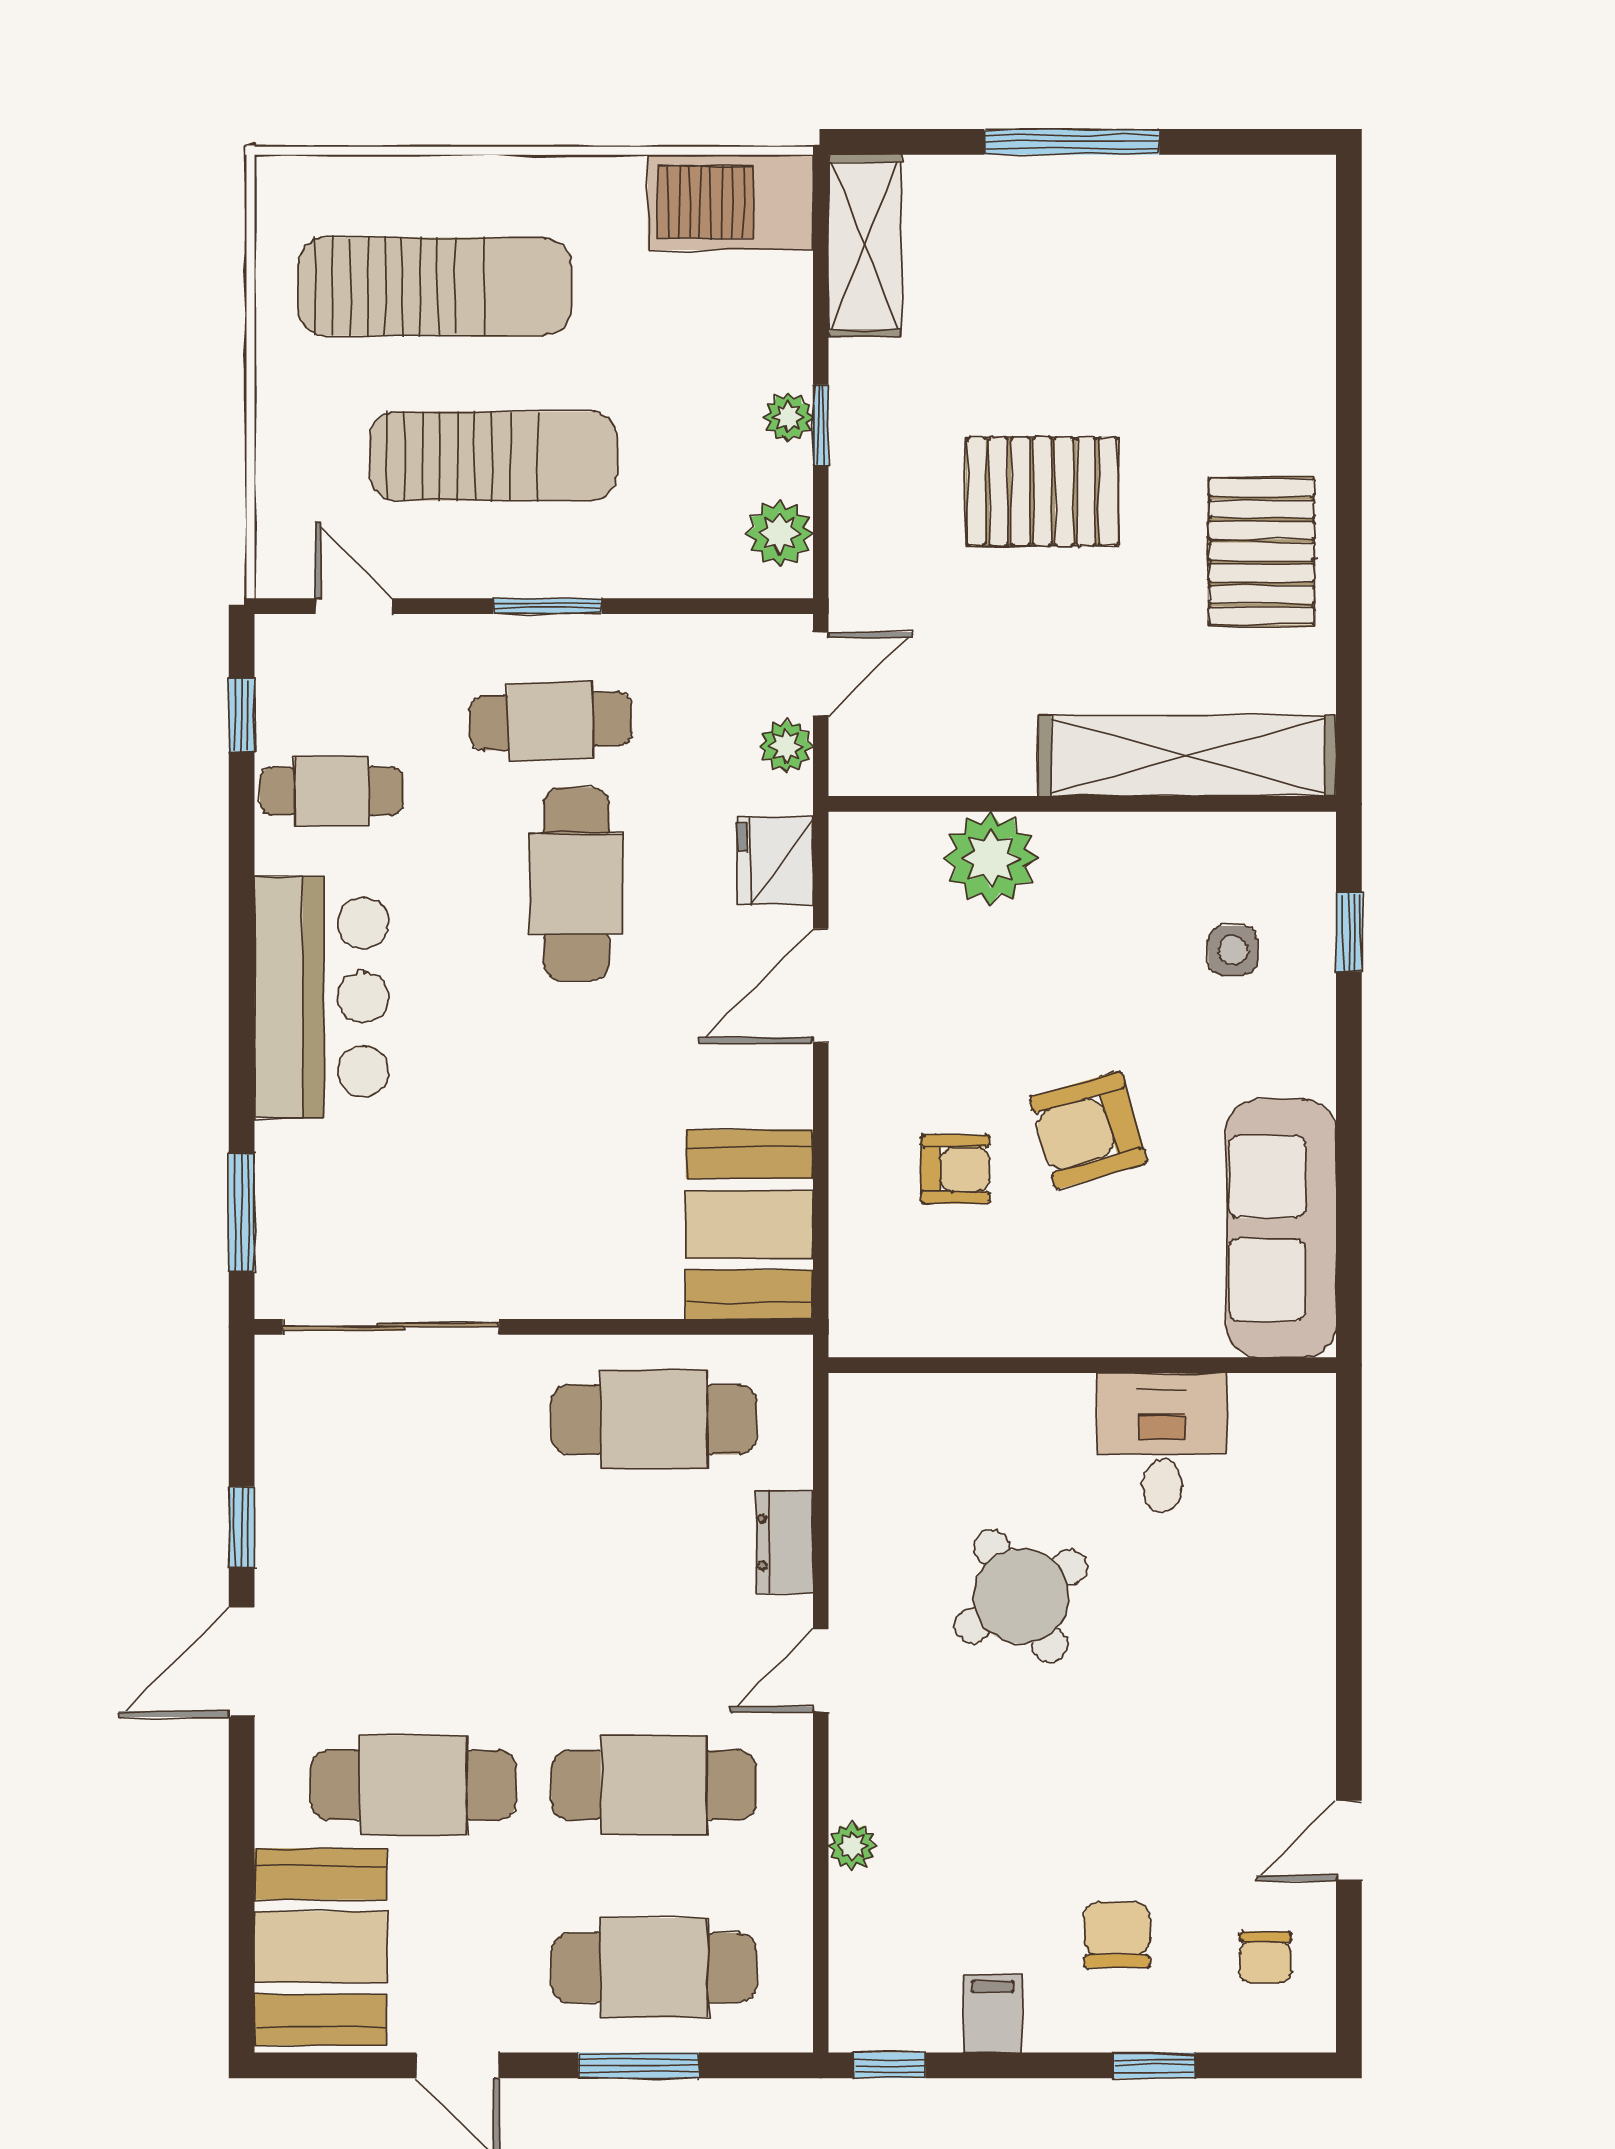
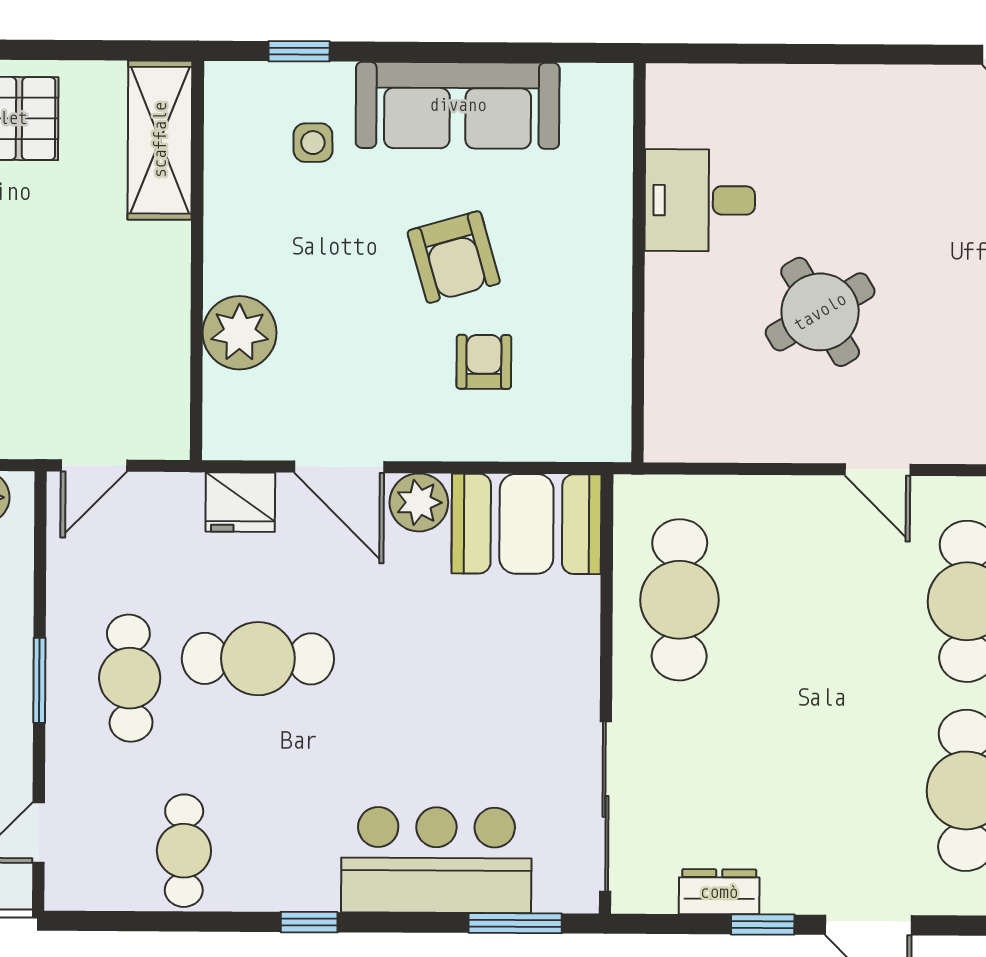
door: (821, 674) -> (94, 466), swing flipped
window: (242, 715) -> (309, 922), moved
plant: (786, 746) -> (419, 502), moved, width x1.38, depth x1.38
shelving: (1188, 756) -> (160, 140), width x0.68
bar counter: (321, 997) -> (436, 860), moved
sofa: (1281, 1228) -> (458, 105), moved
dresser: (784, 1542) -> (719, 892), moved, turned 180

